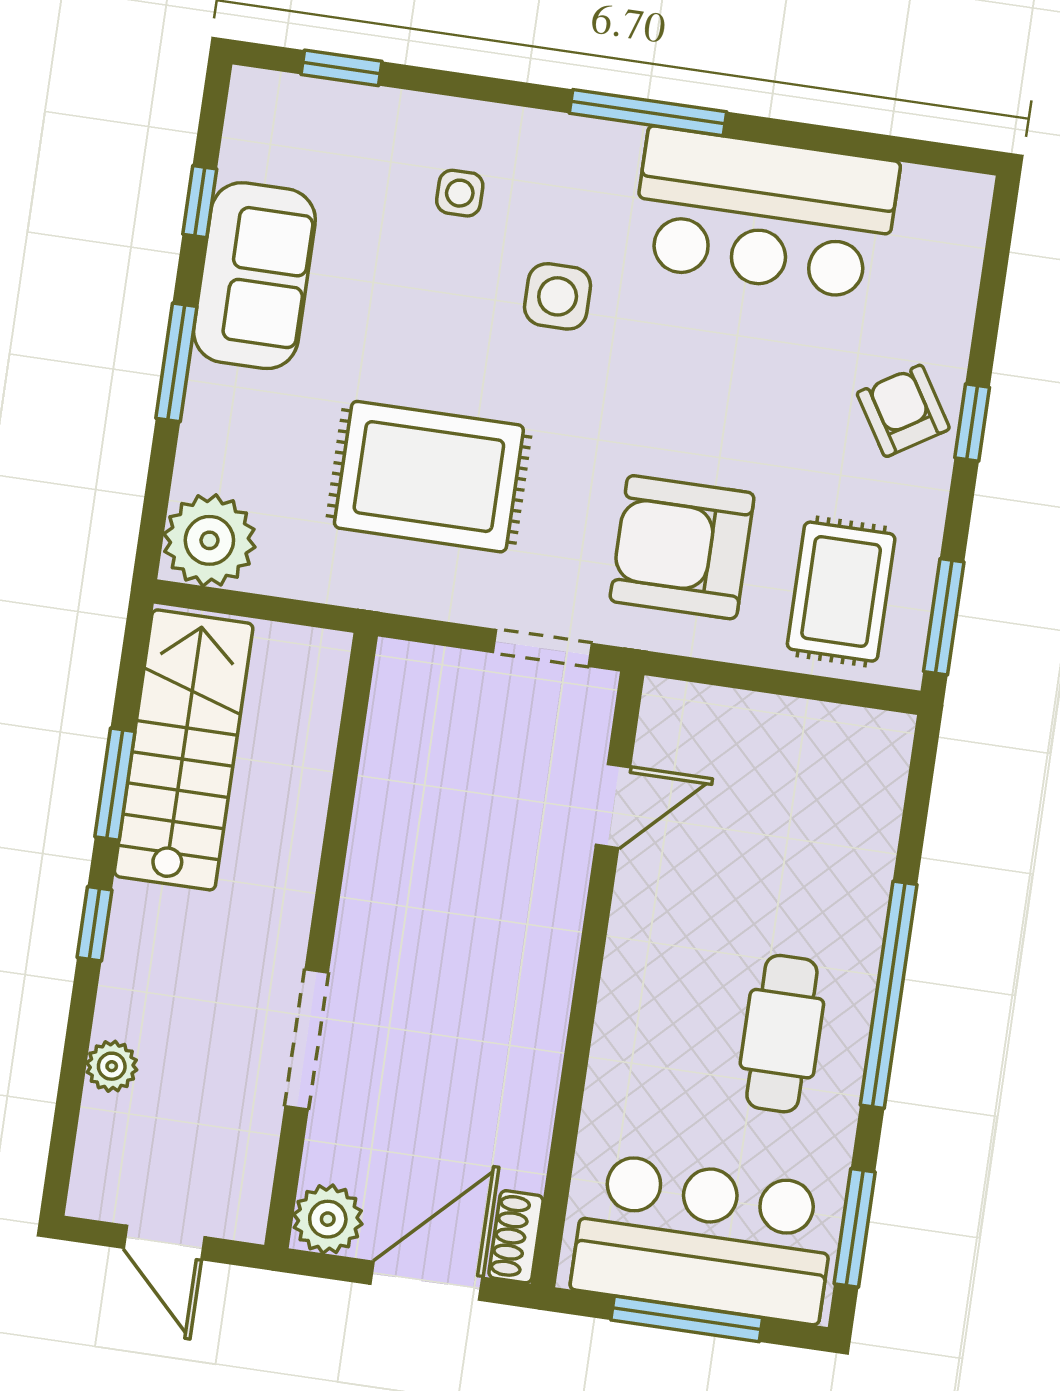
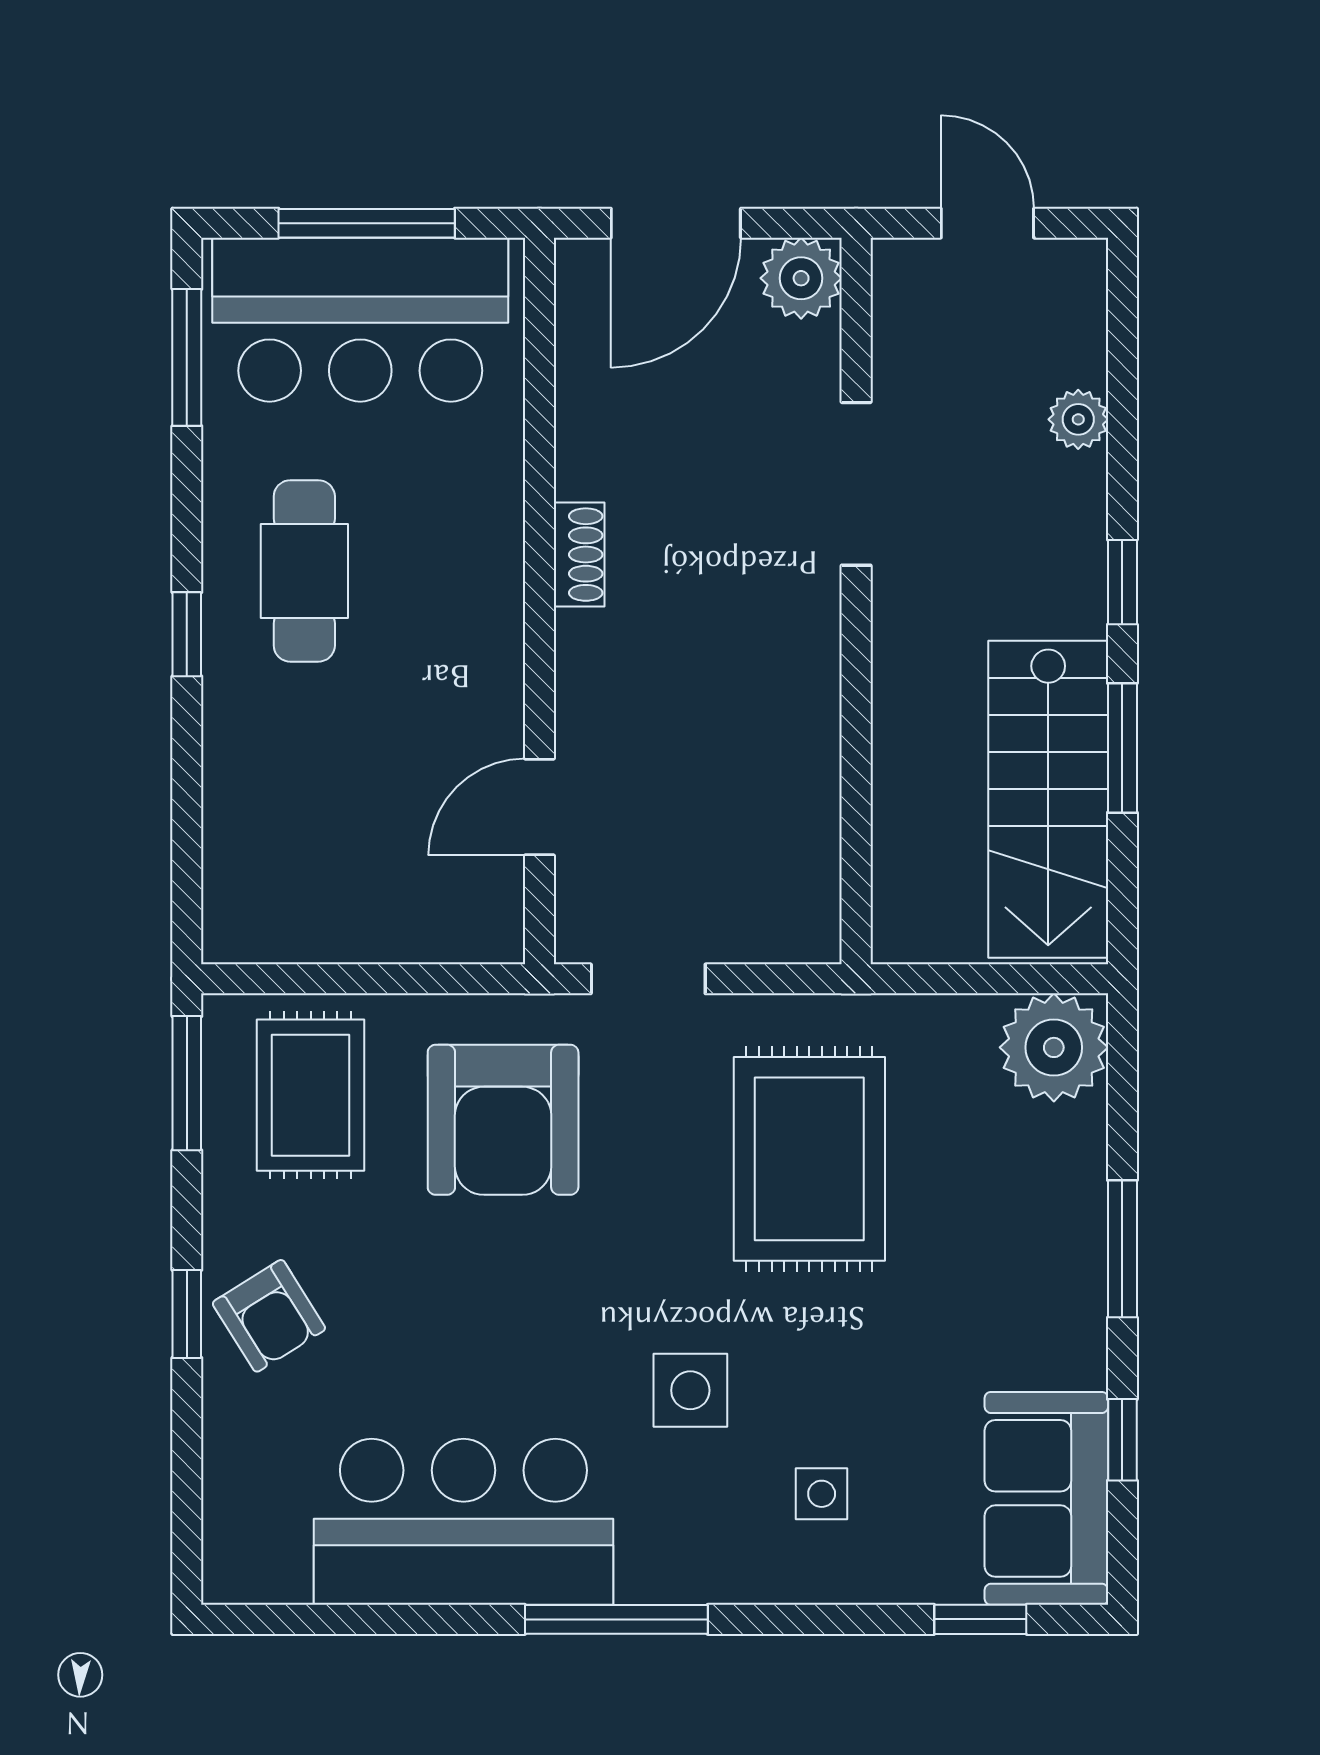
sofa: (254, 276) -> (1046, 1498), moved
rug: (429, 477) -> (809, 1159), turned 90
armchair: (682, 547) -> (503, 1120), turned 90
window: (889, 995) -> (187, 634), width x0.32
shoe rack: (516, 1237) -> (579, 555), moved

